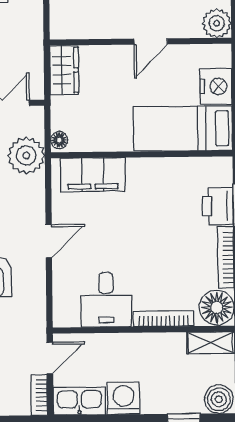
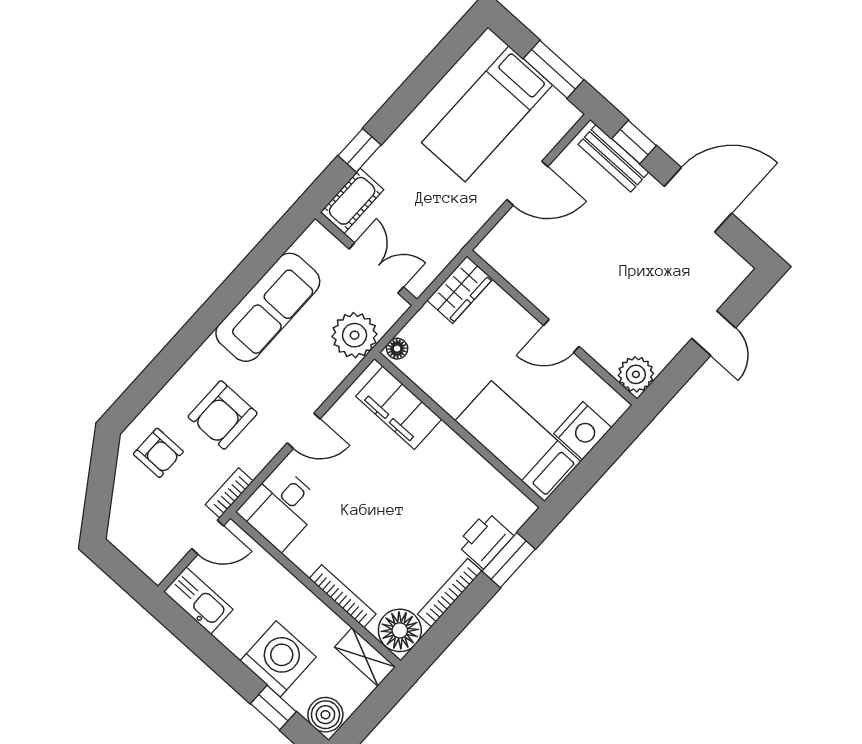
desk: (106, 300) -> (281, 508), moved
bookcase: (39, 395) -> (229, 493), moved
washing machine: (123, 398) -> (278, 659), moved, width x1.37, depth x1.37

